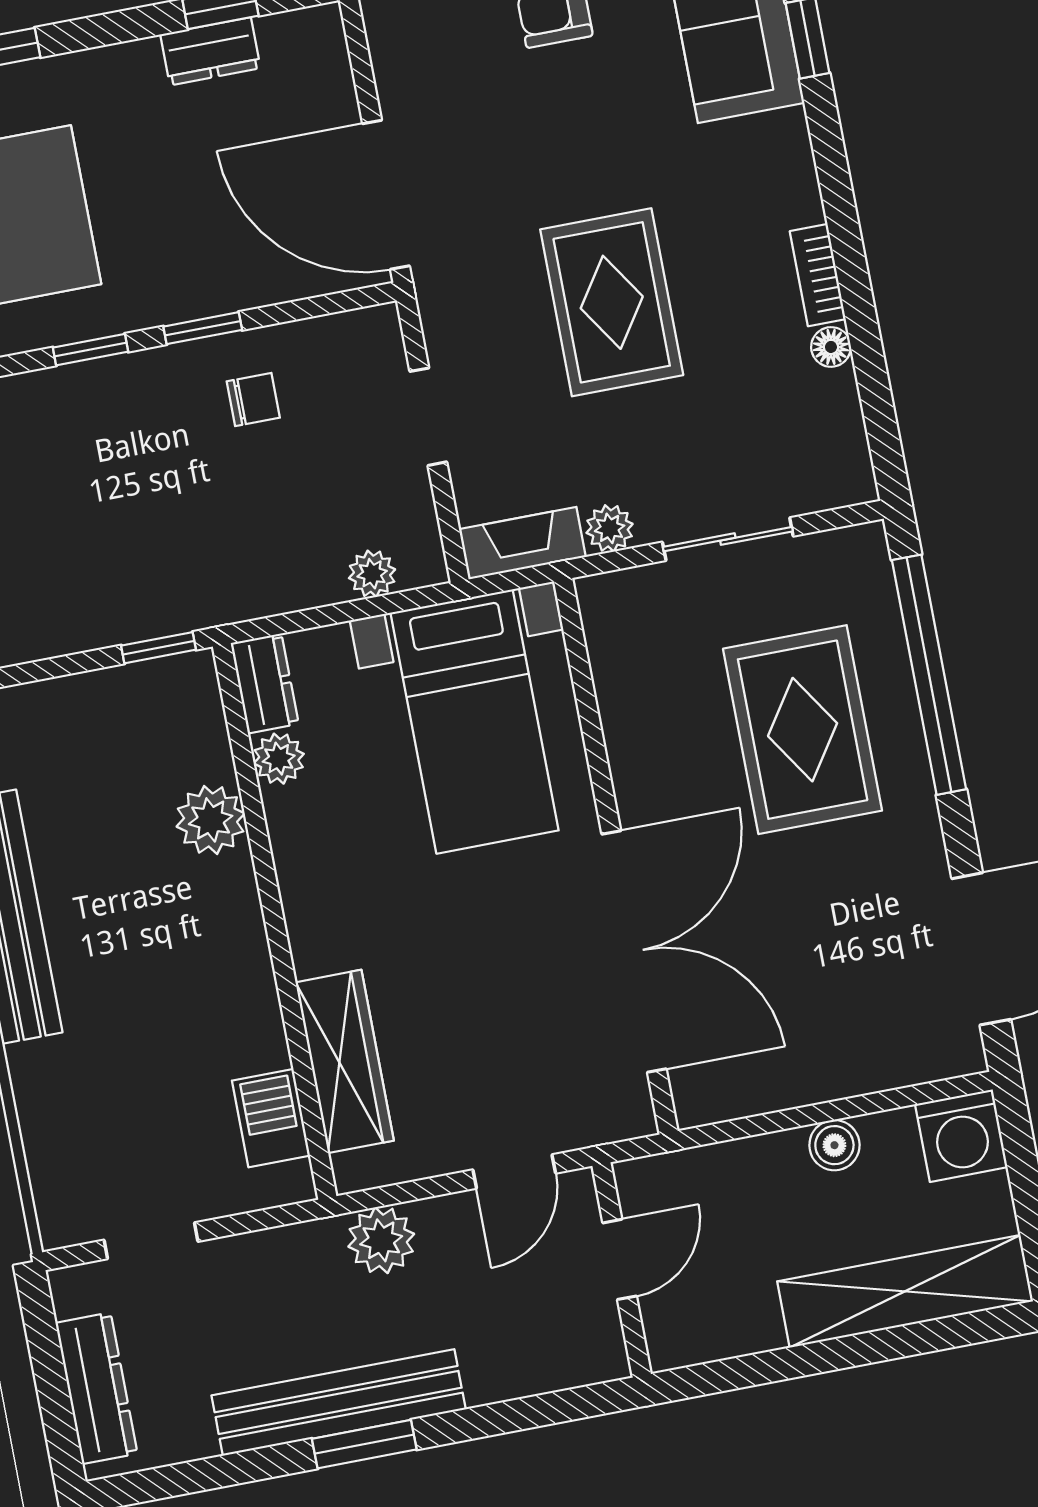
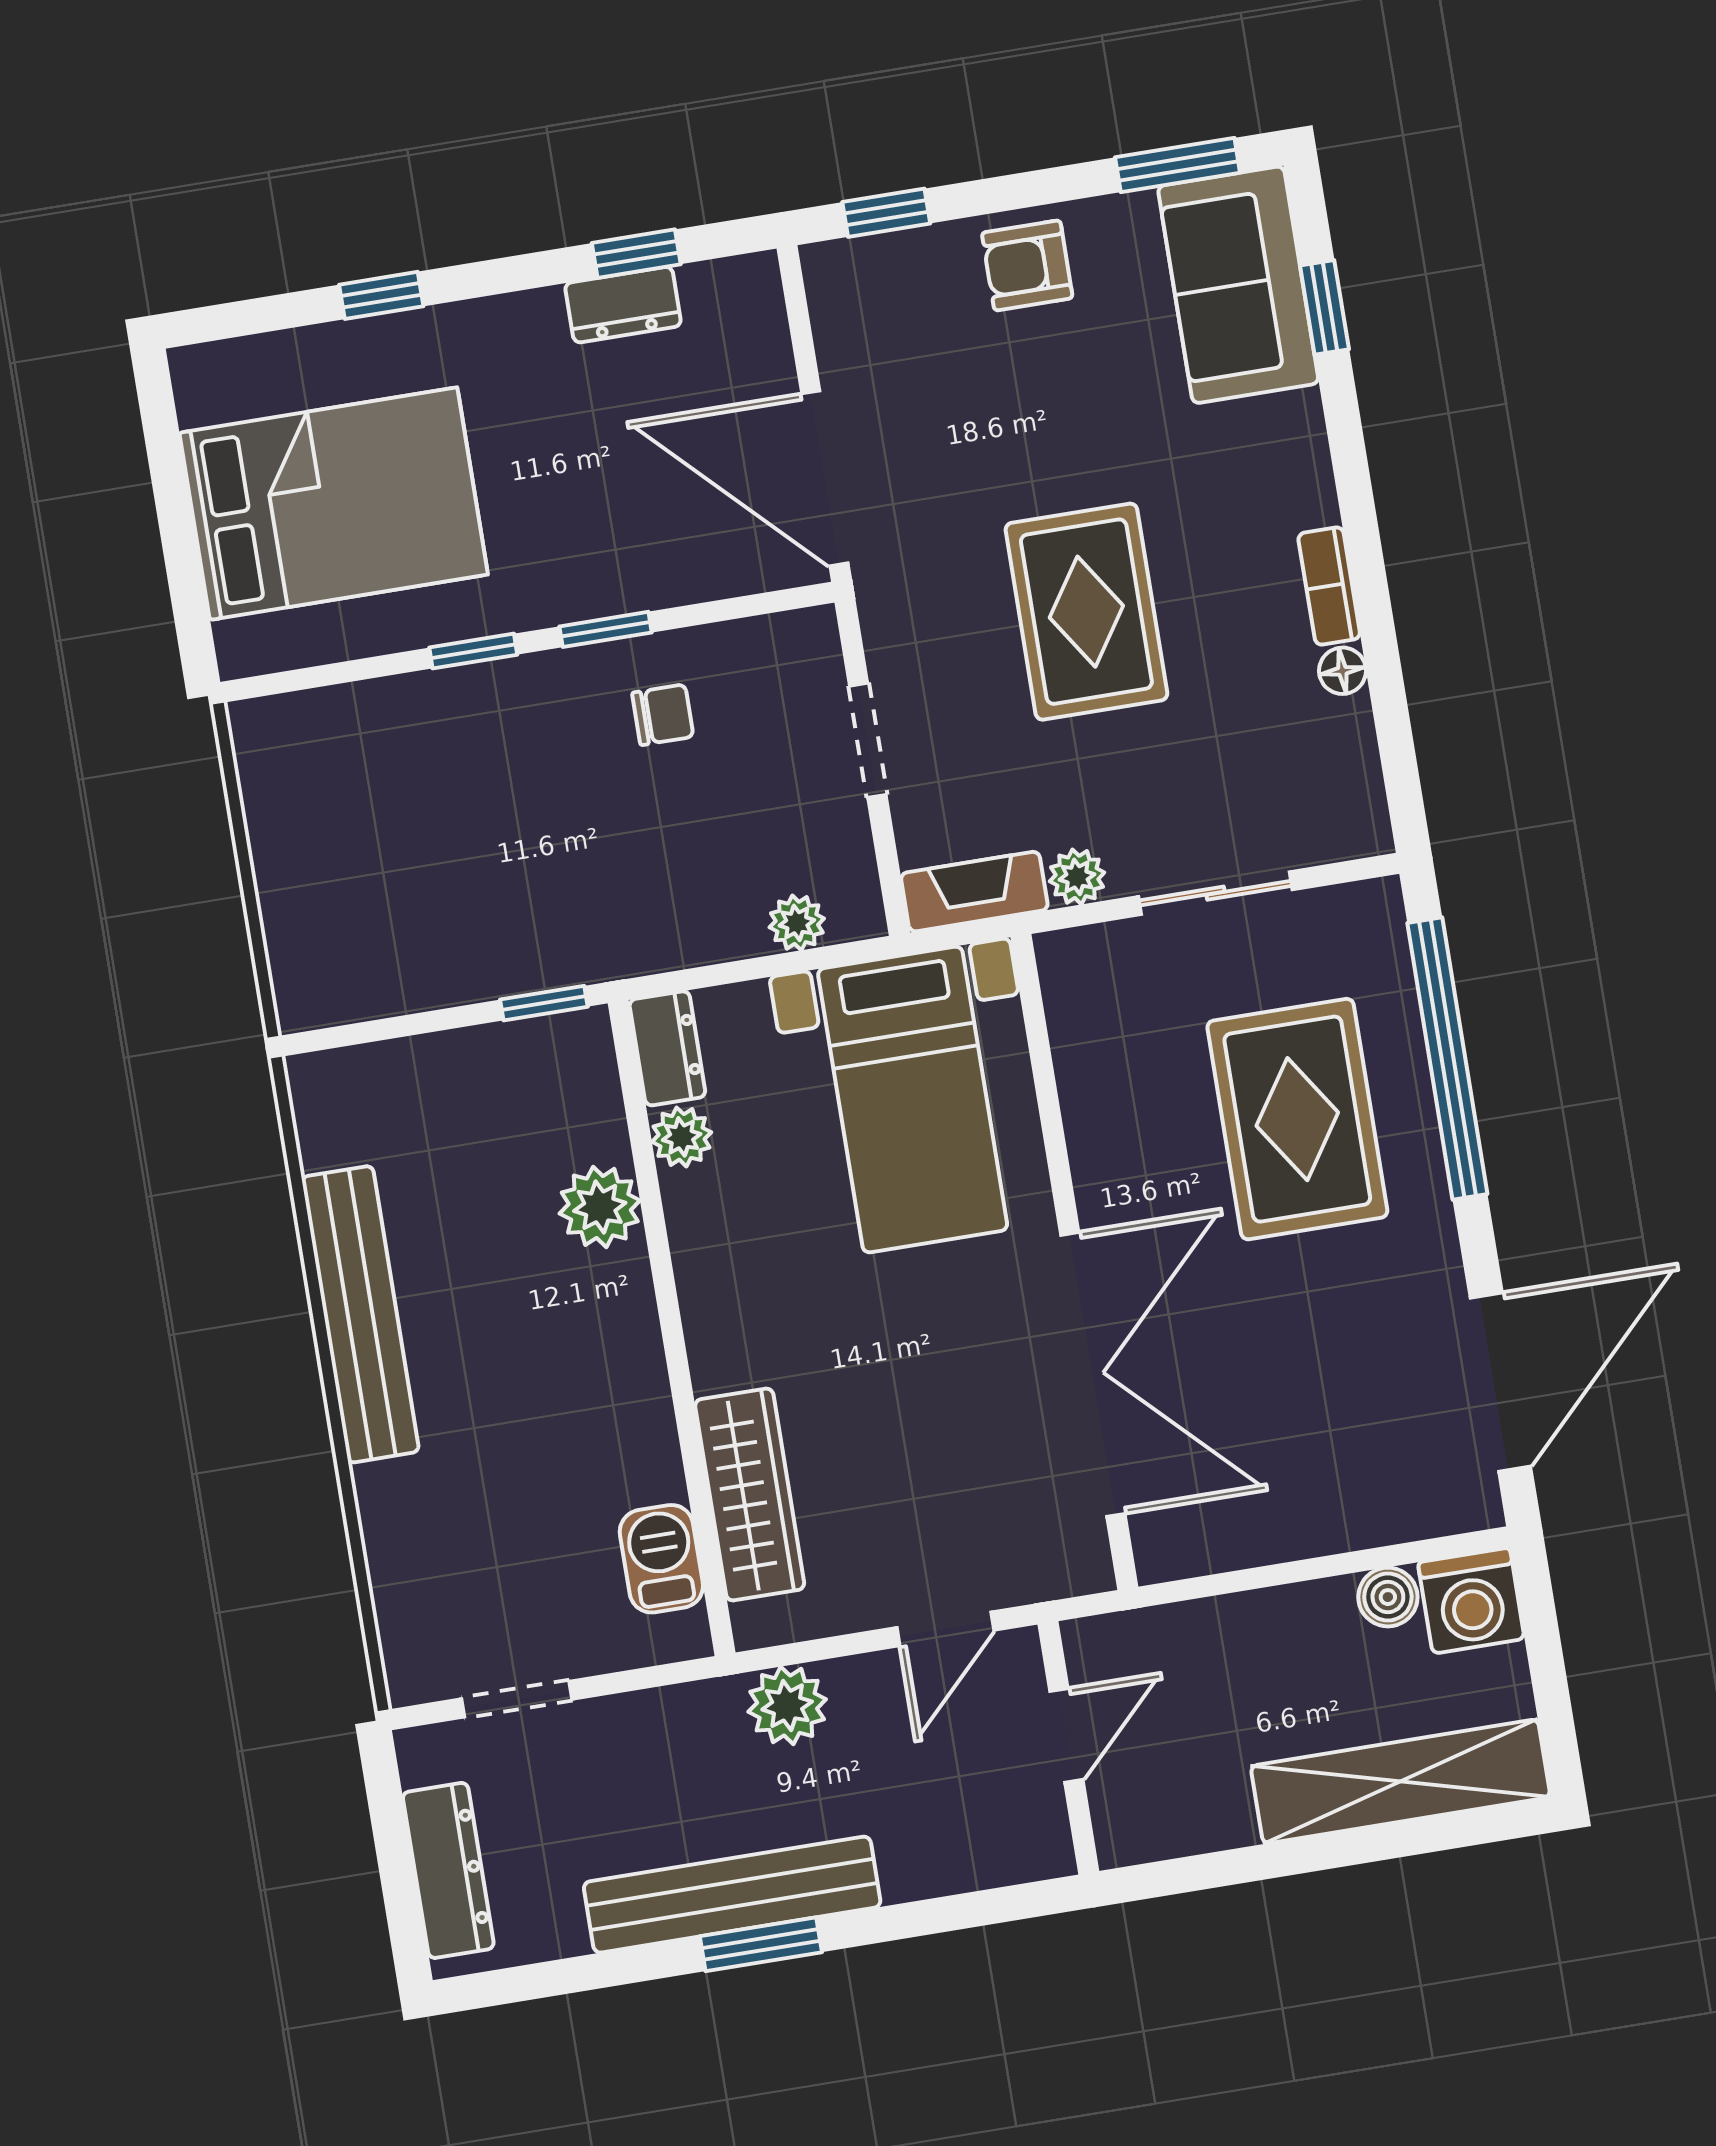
boiler: (834, 1145) -> (1388, 1597), moved

